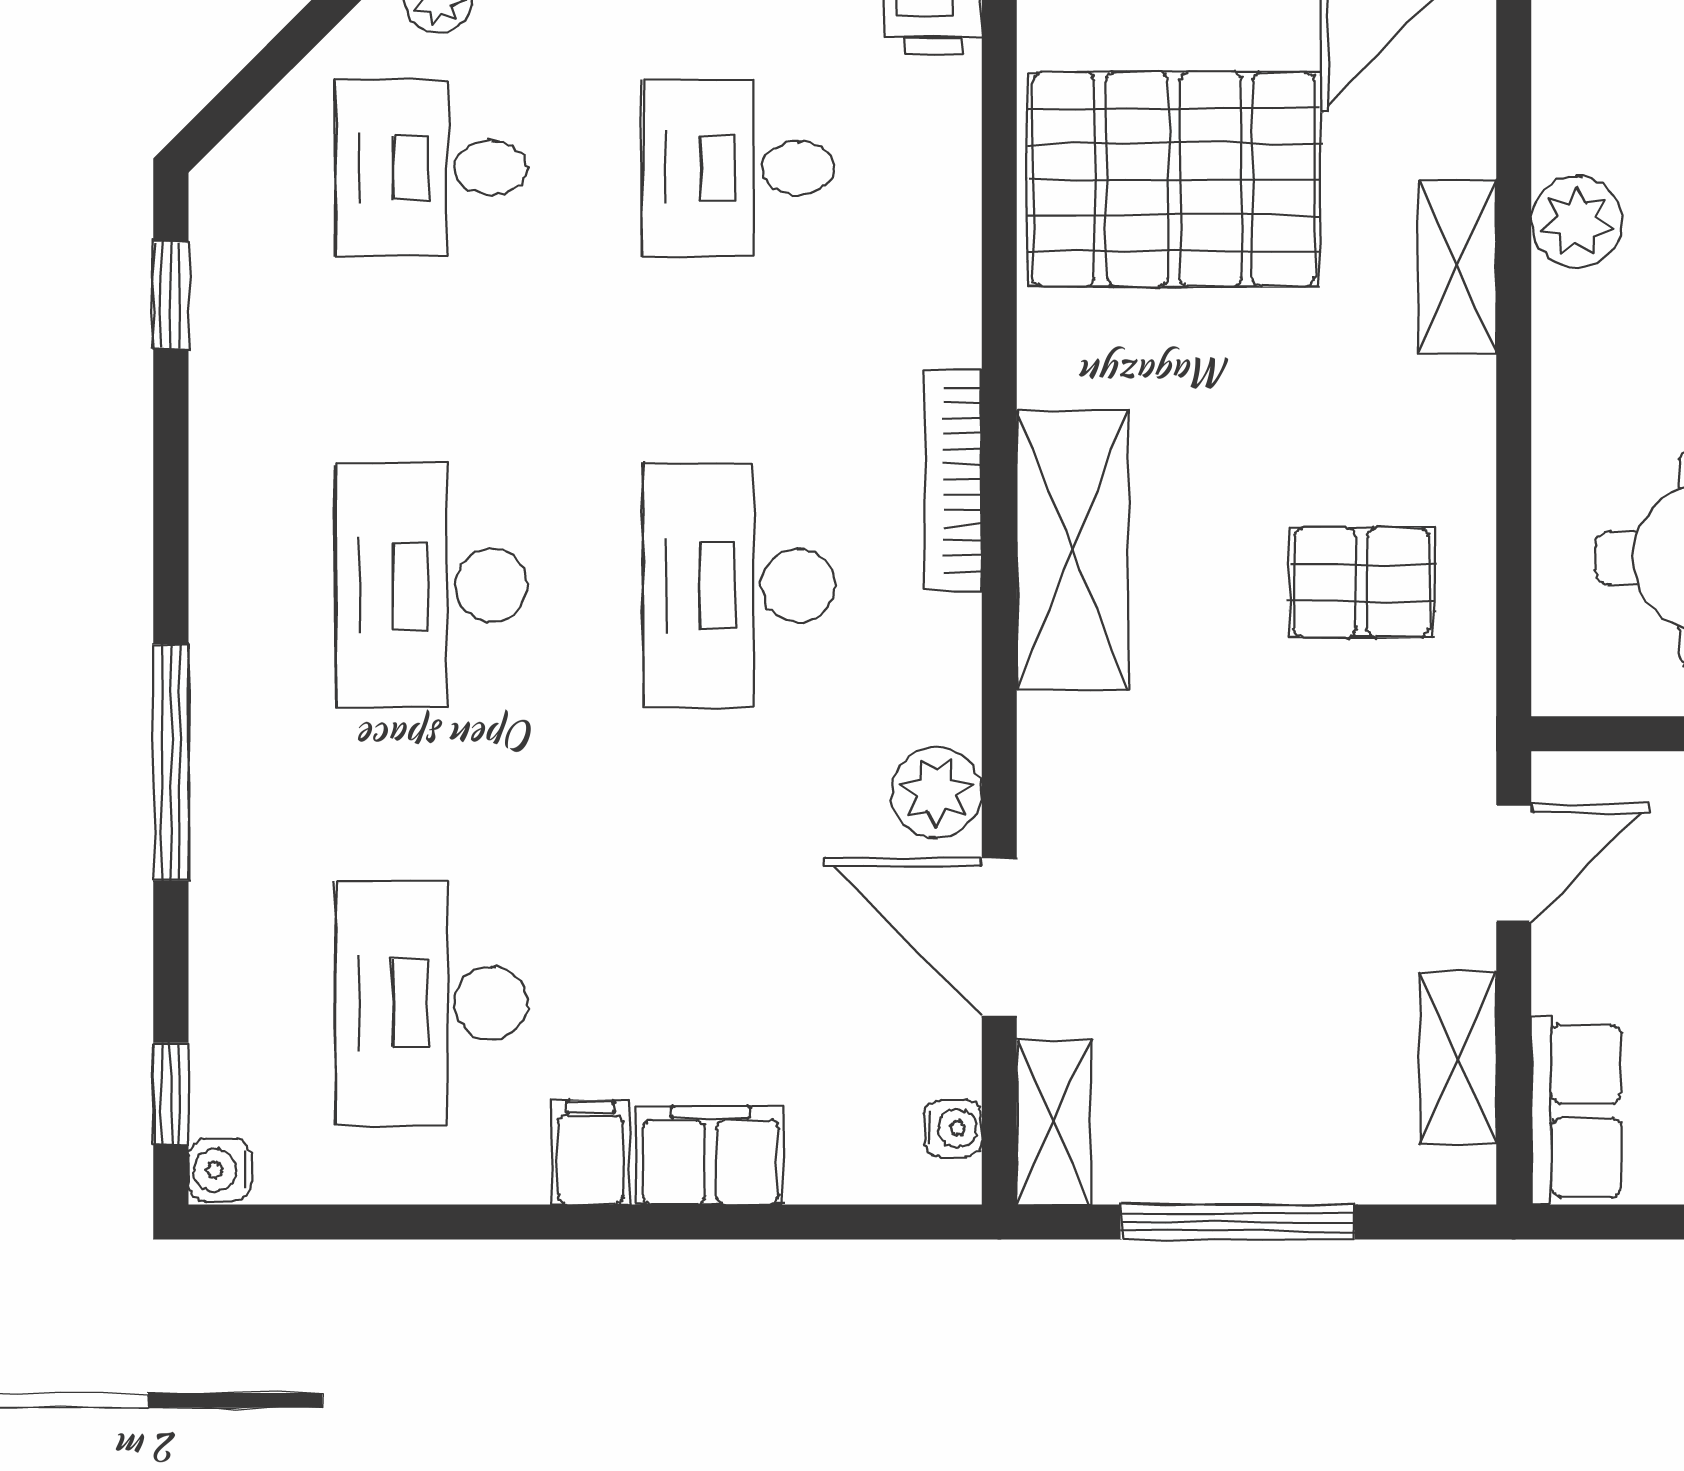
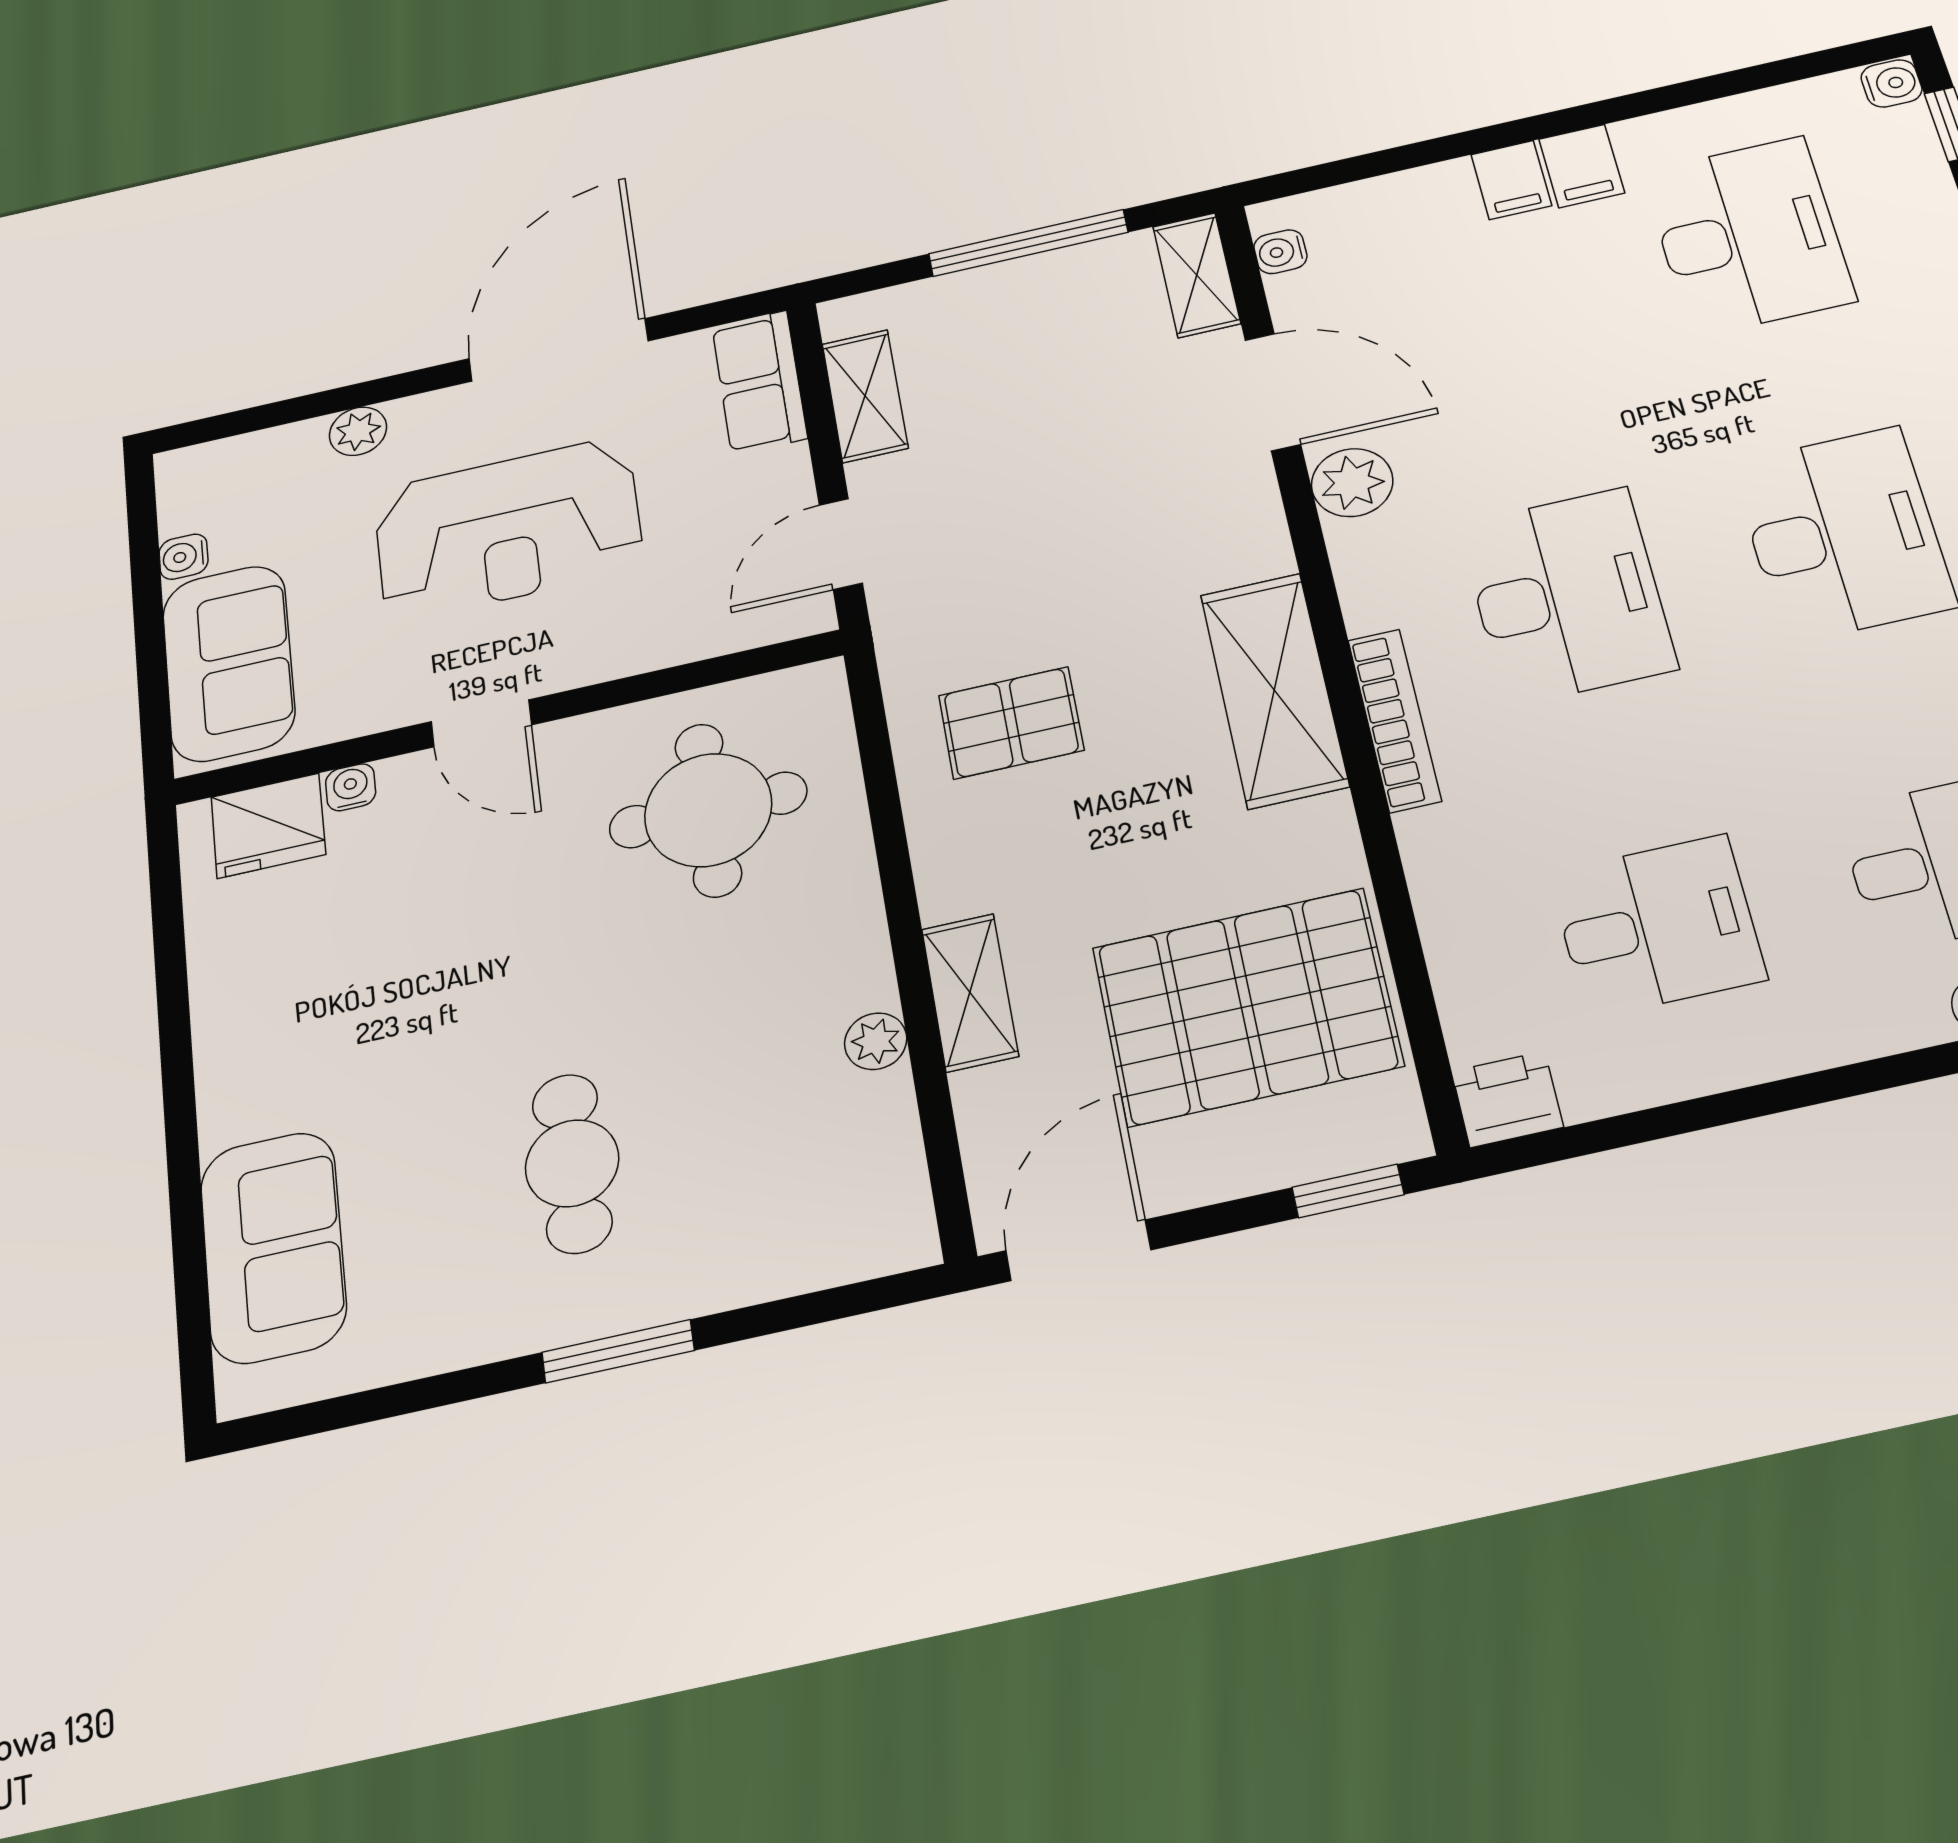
plant: (1577, 222) -> (876, 1041), width x0.73, depth x0.73
filing cabinet: (710, 1155) -> (1511, 180), width x0.50

